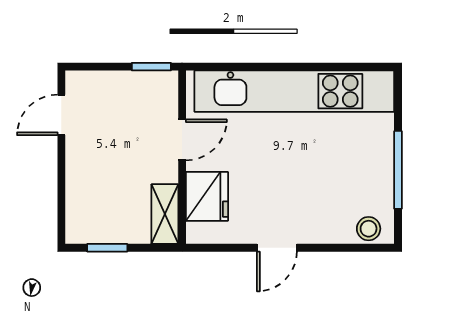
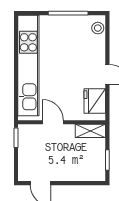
fridge: (207, 196) -> (95, 101), moved, turned -90

